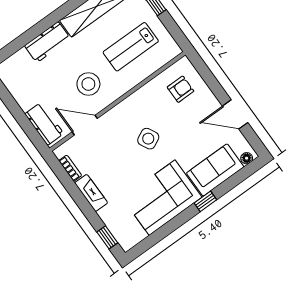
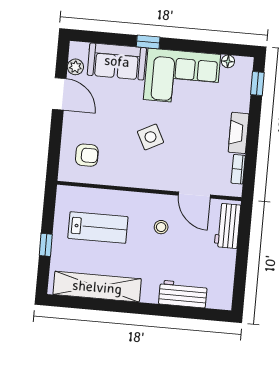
workbench: (47, 42) -> (183, 294), moved
stool: (88, 84) -> (161, 227), width x0.53, depth x0.53
armchair: (181, 89) -> (87, 155), turned 180
plant: (240, 142) -> (75, 67), added
floor lamp: (247, 158) -> (228, 61), moved

